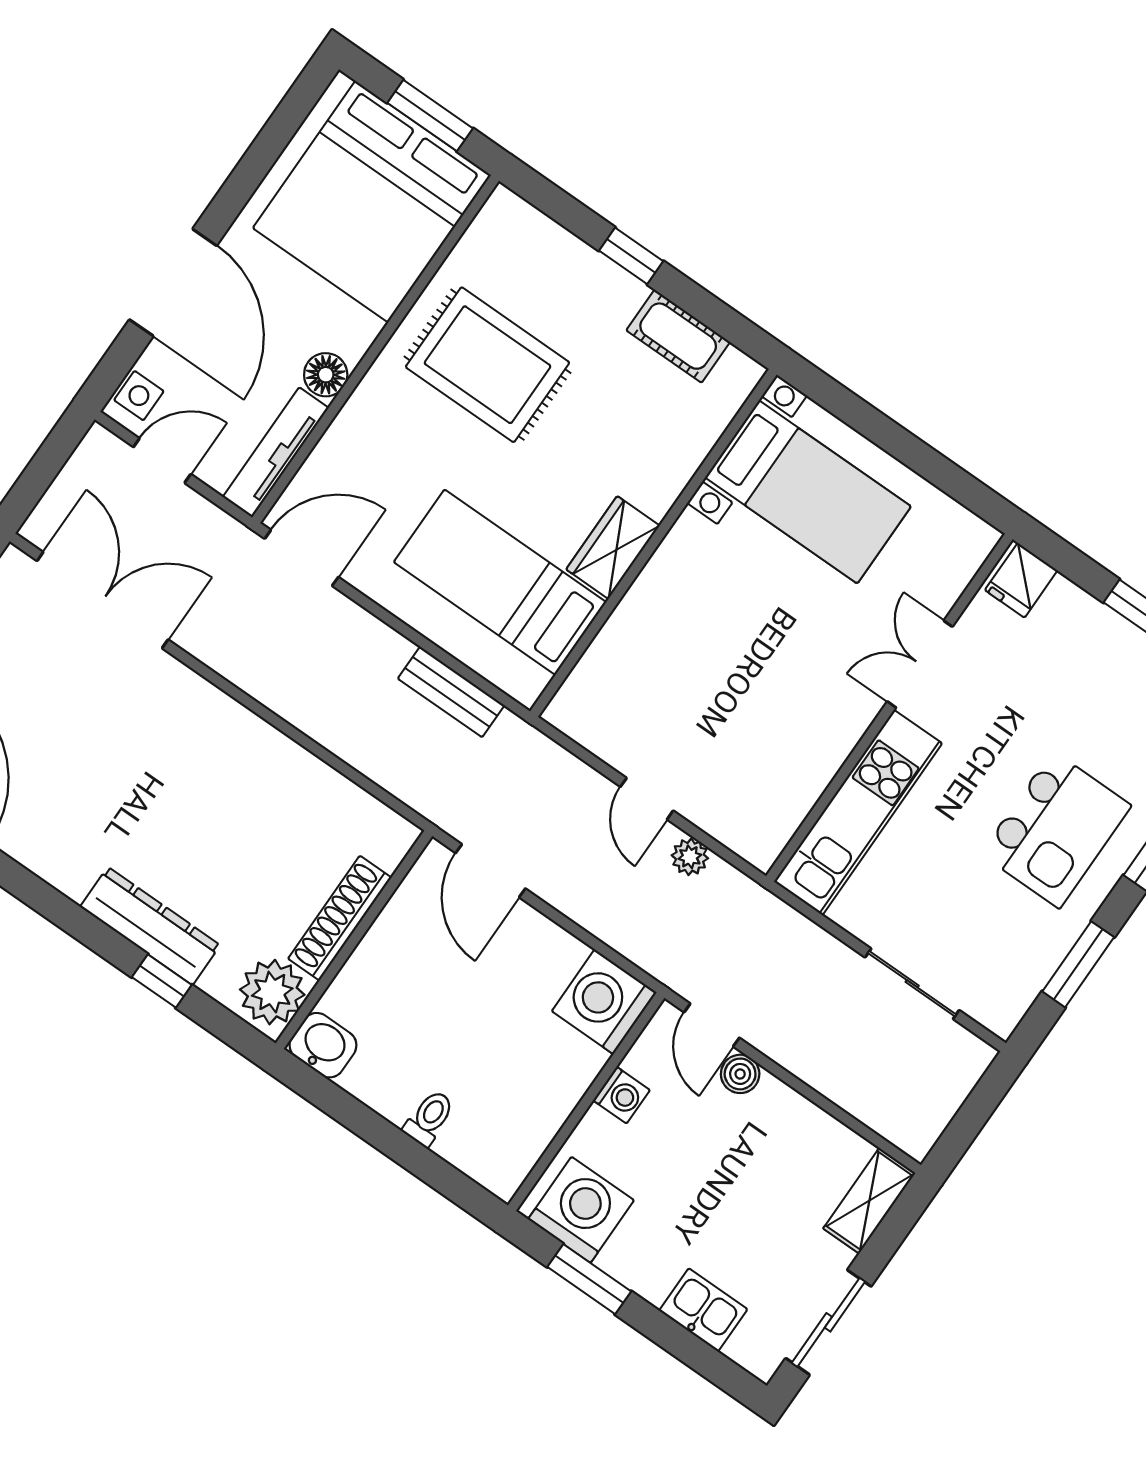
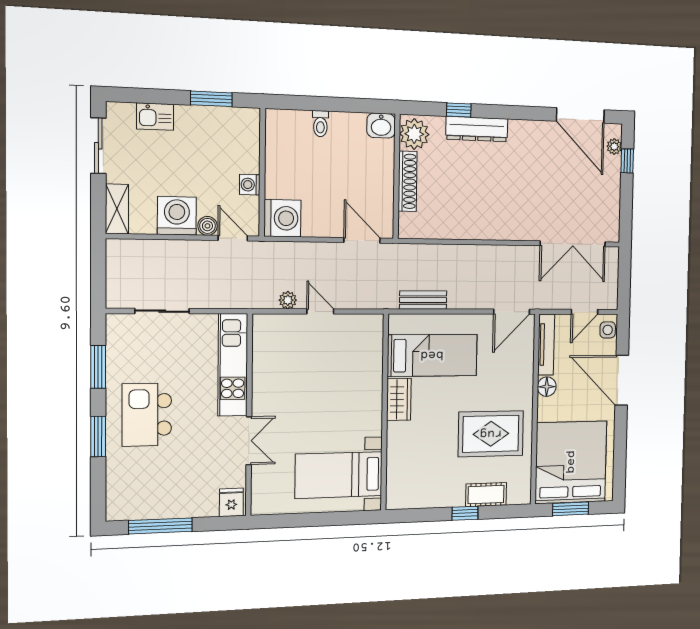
cot: (678, 336) -> (486, 495), moved
washing machine: (581, 1210) -> (177, 216), moved, turned 180

